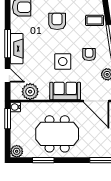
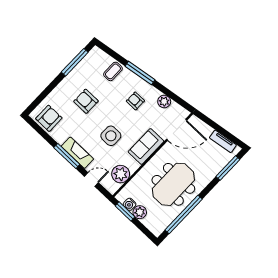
side table: (63, 61) -> (111, 136), moved
water cooler: (15, 107) -> (130, 204), moved
plant: (17, 151) -> (140, 212), moved
window: (43, 160) -> (184, 215), width x2.11

